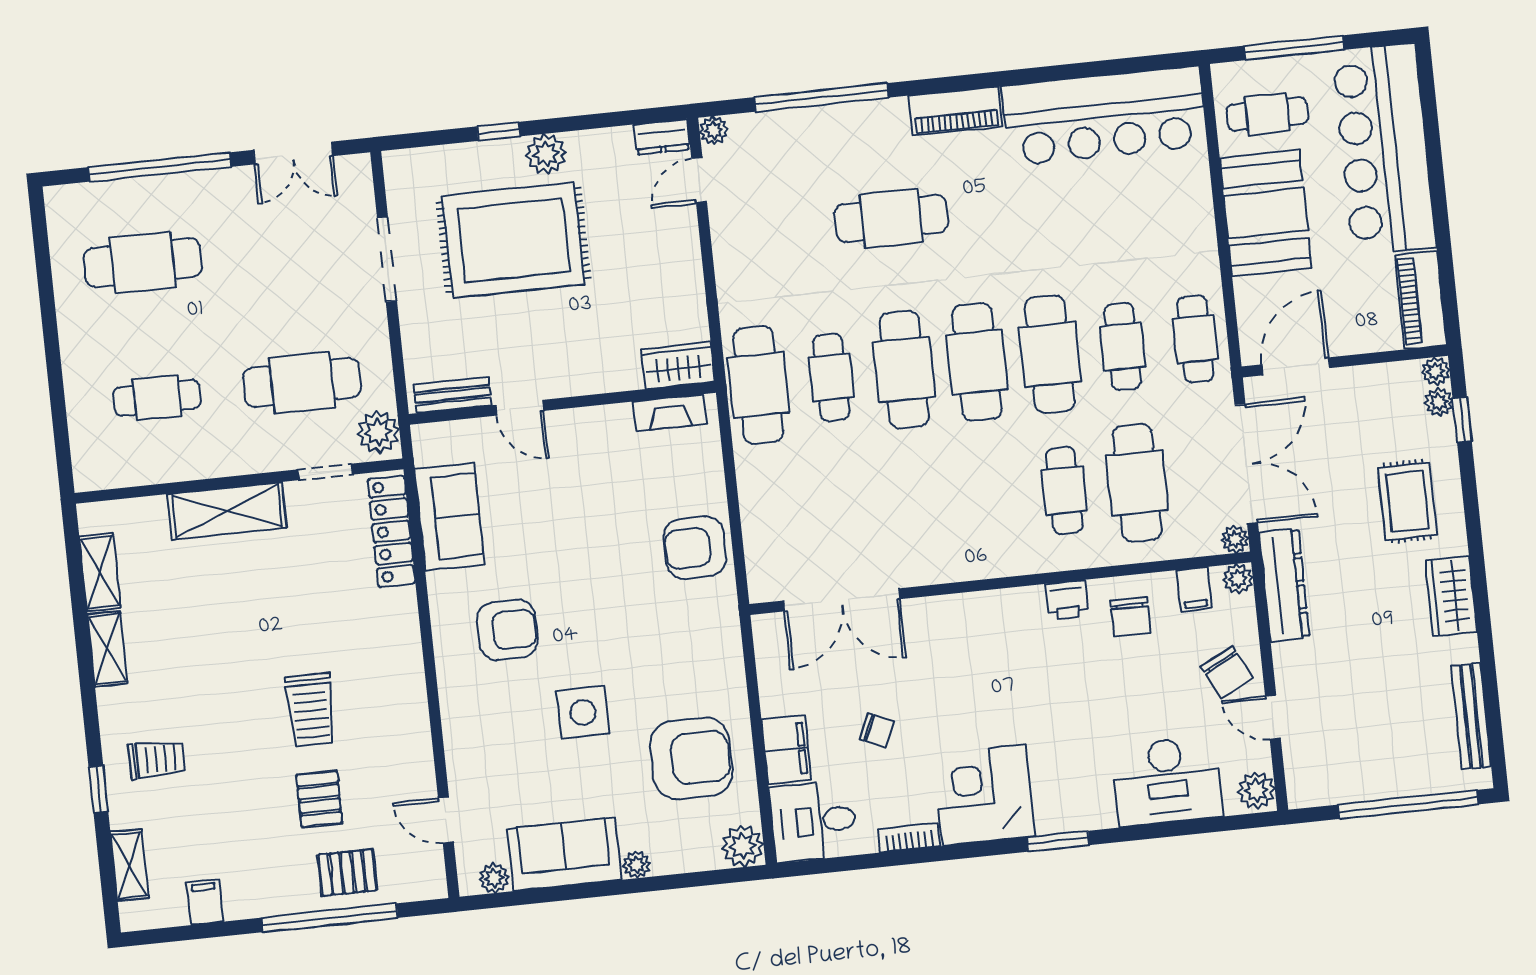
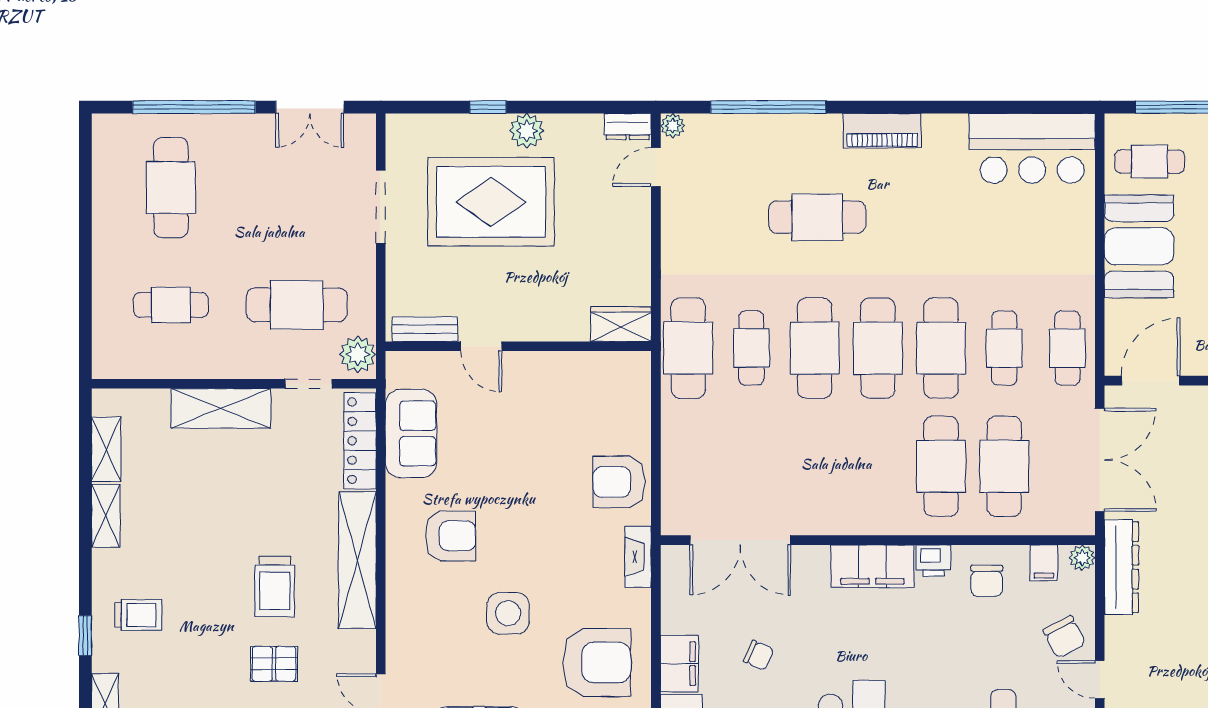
bar counter: (1104, 116) -> (1032, 148), width x0.73
cafe table: (143, 263) -> (171, 188), turned 90
fireplace: (670, 413) -> (638, 557), moved, turned 90
cafe table: (1064, 491) -> (941, 466), width x1.37, depth x1.35
plant: (1235, 539) -> (1083, 524), removed
filing cabinet: (997, 614) -> (872, 566), added
shelving: (403, 669) -> (357, 560), added
pallet: (319, 799) -> (274, 664), turned 90

